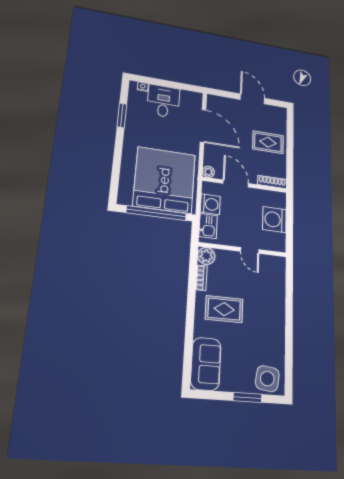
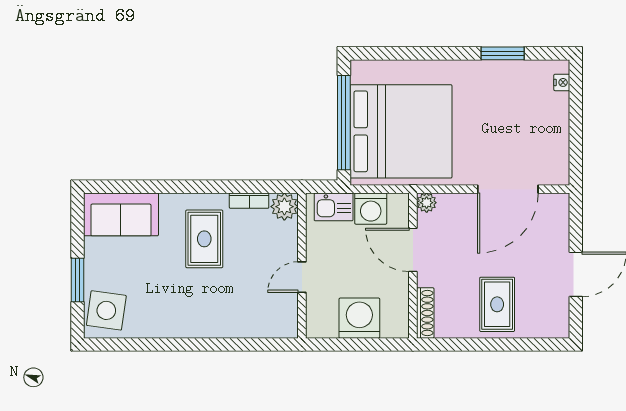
desk: (163, 101) -> (541, 119), removed
door: (236, 183) -> (413, 250), swing flipped

